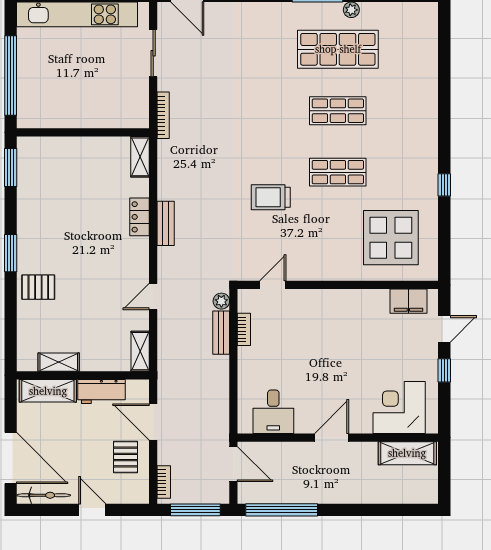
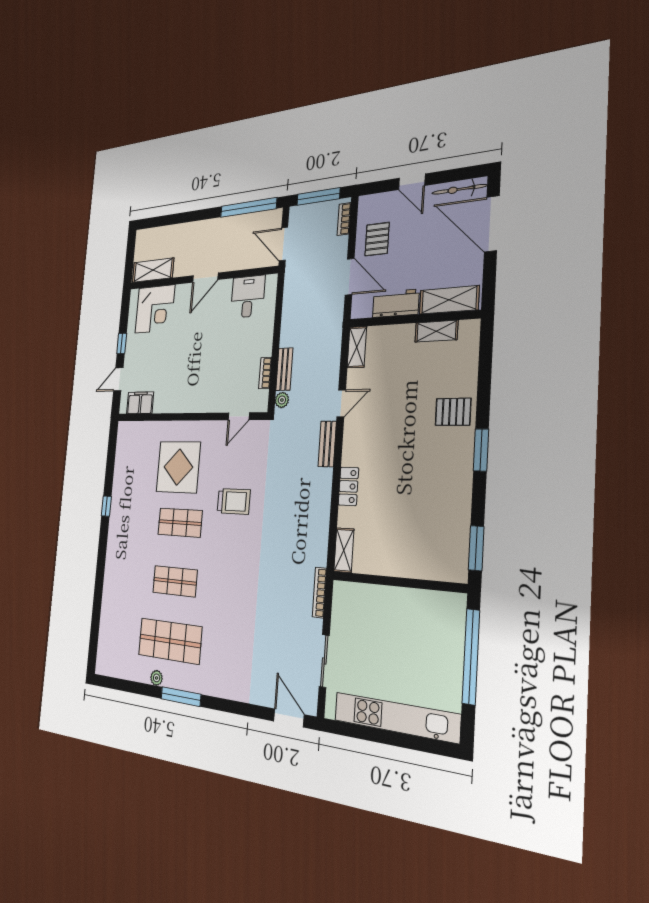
bench: (166, 223) -> (327, 444), moved
display table: (391, 238) -> (178, 467), moved

